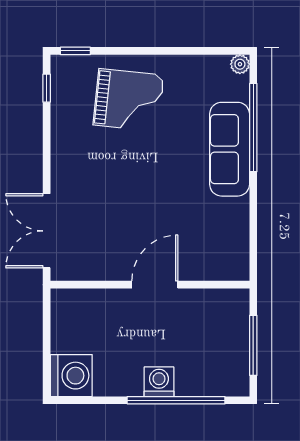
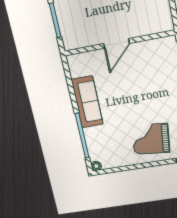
sofa: (230, 149) -> (87, 102), moved

